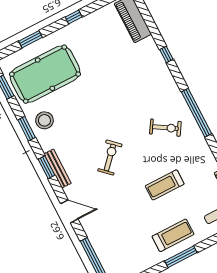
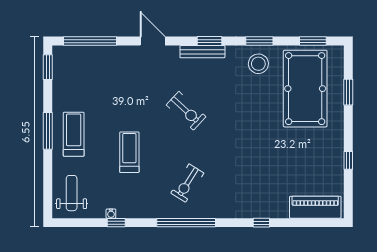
window: (74, 17) -> (348, 160), moved
door: (69, 211) -> (153, 41), swing flipped
treadmill: (173, 235) -> (74, 134), turned 180

